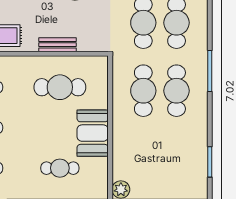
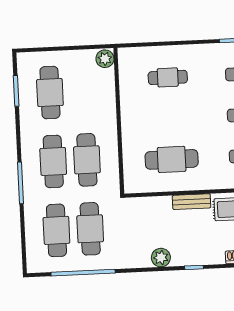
bench: (58, 45) -> (192, 202), moved
booth: (93, 133) -> (136, 114), removed
cafe table: (177, 159) -> (50, 93), added

